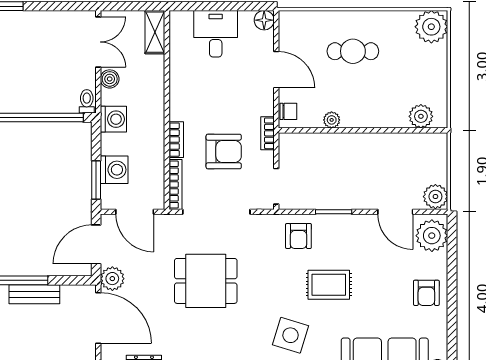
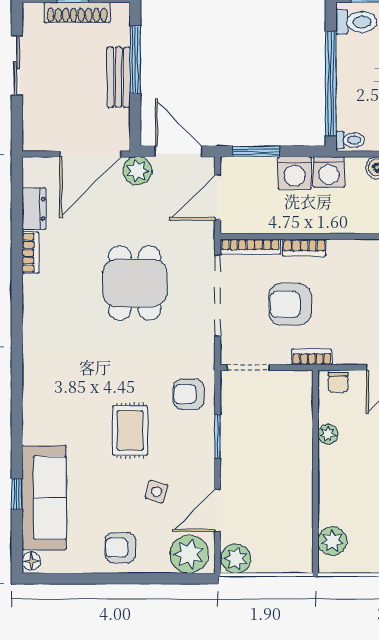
armchair: (224, 151) -> (290, 304), turned 90
washing machine: (114, 170) -> (295, 173), moved
side table: (291, 335) -> (156, 492), moved, width x0.54, depth x0.54

